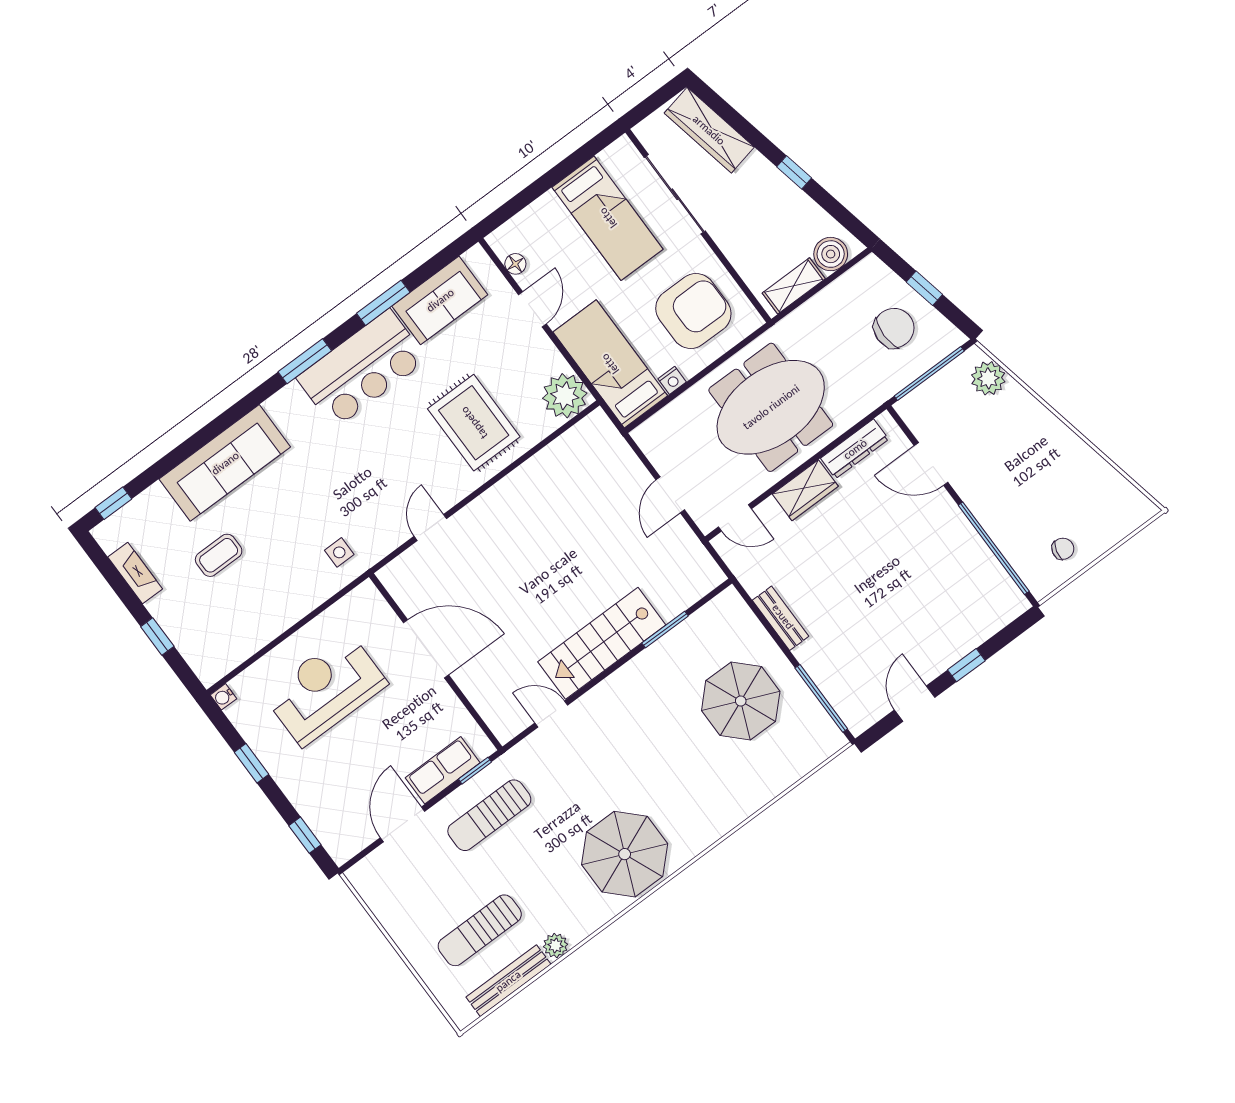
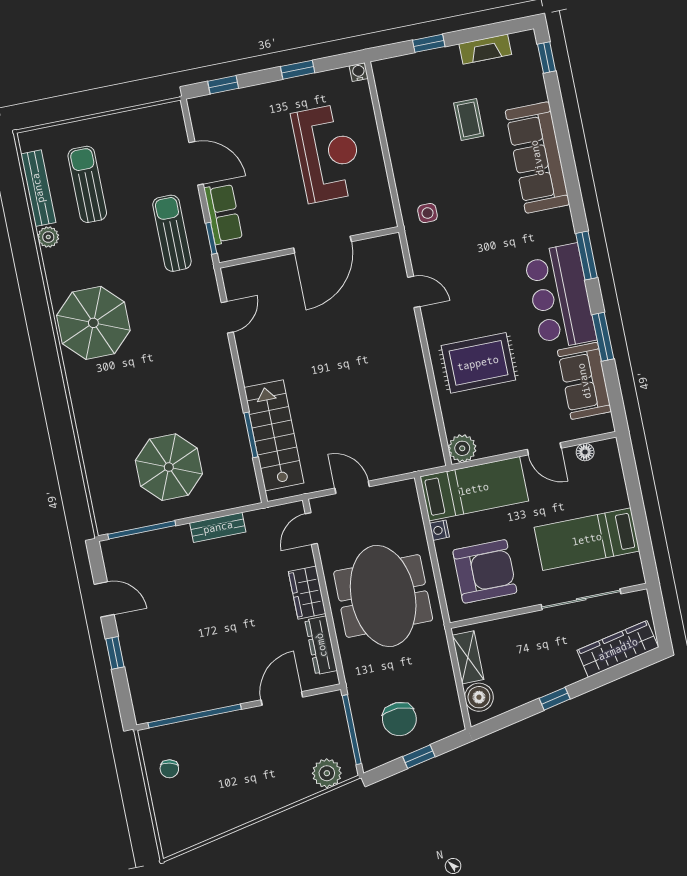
armchair: (693, 311) -> (485, 571), turned -90
plant: (565, 396) -> (462, 448), width x0.73, depth x0.73
stairs: (602, 643) -> (274, 435), moved

